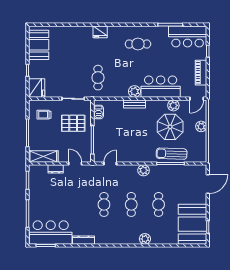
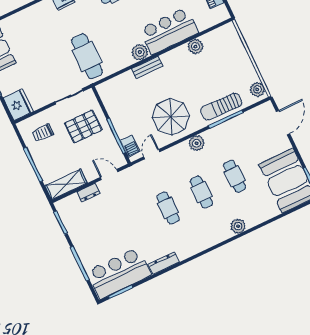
cafe table: (98, 78) -> (87, 56), width x1.37, depth x1.35
door: (197, 99) -> (220, 25), removed
barbecue: (98, 112) -> (130, 146), moved
plant: (201, 126) -> (257, 89), moved
parasol: (170, 127) -> (171, 117), moved

